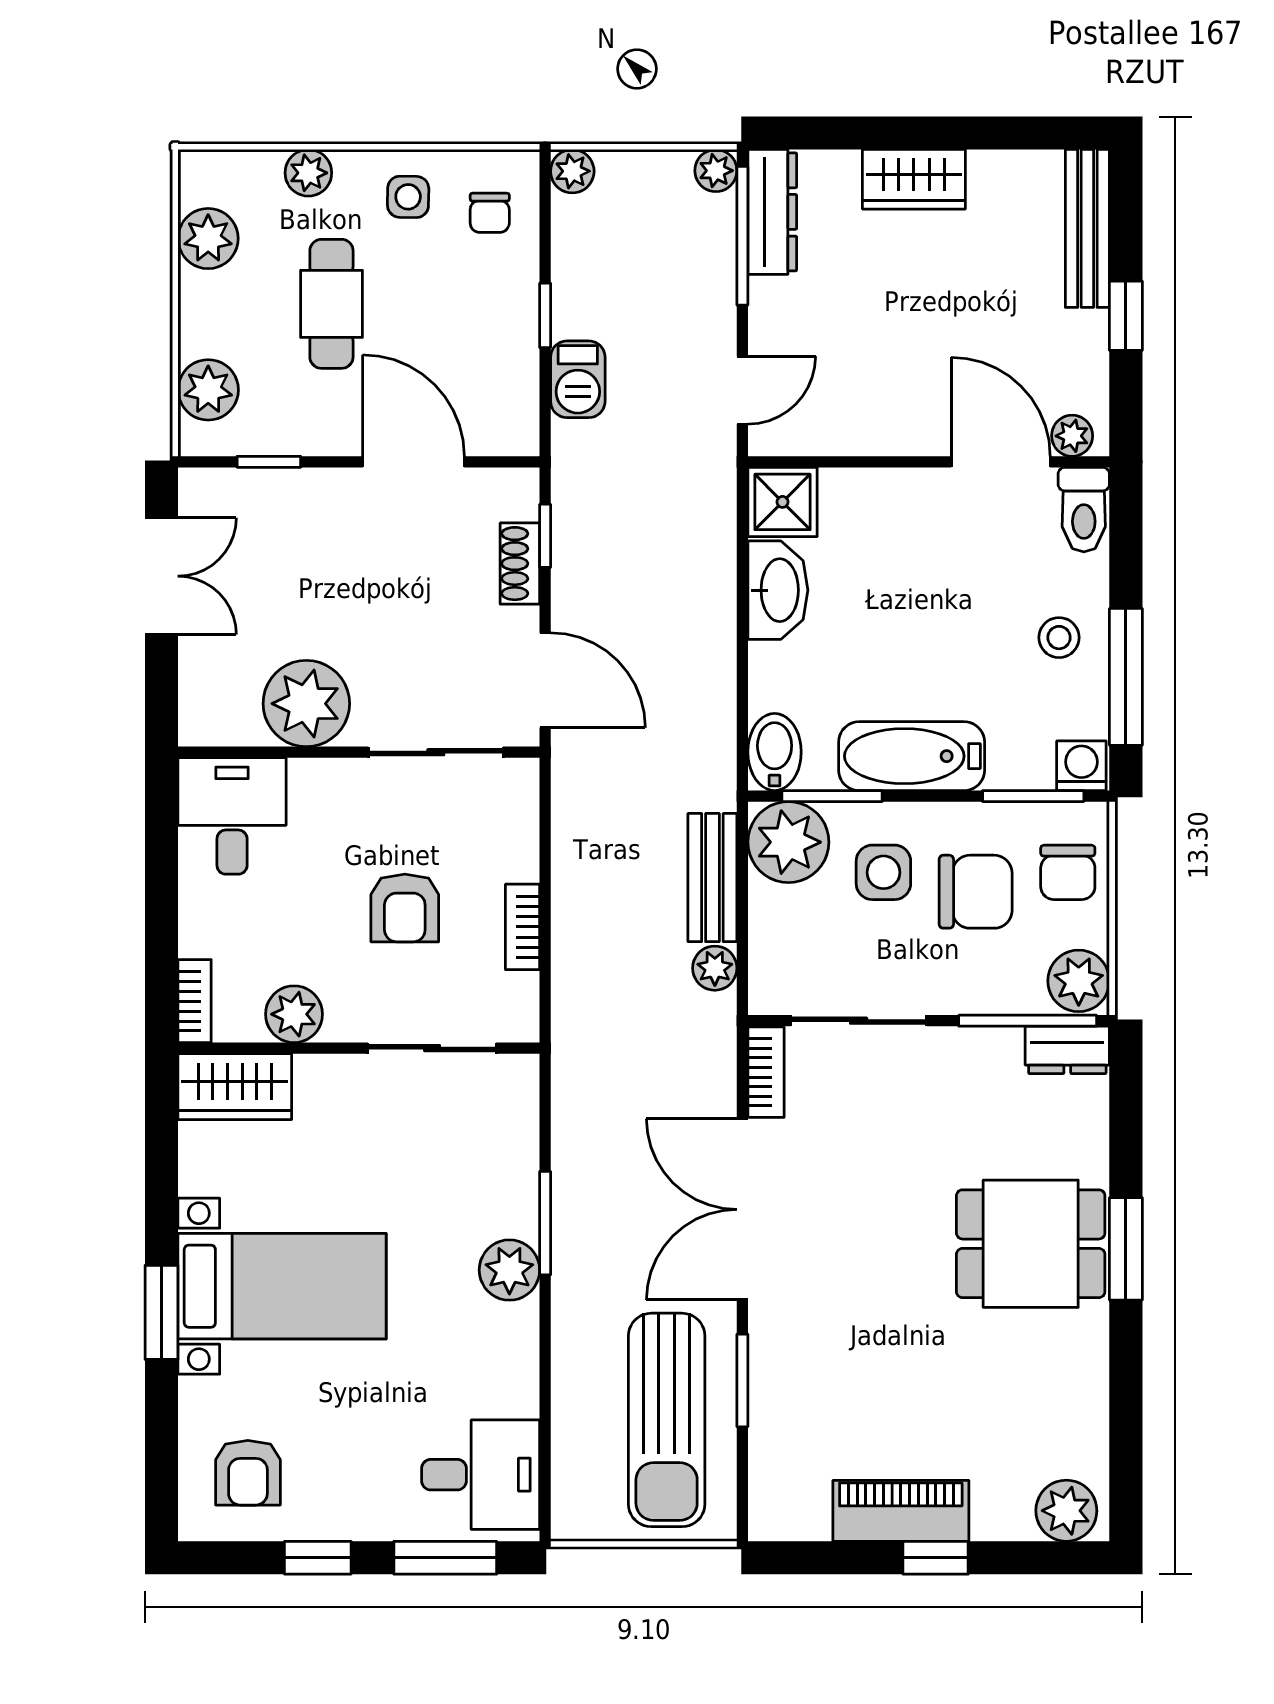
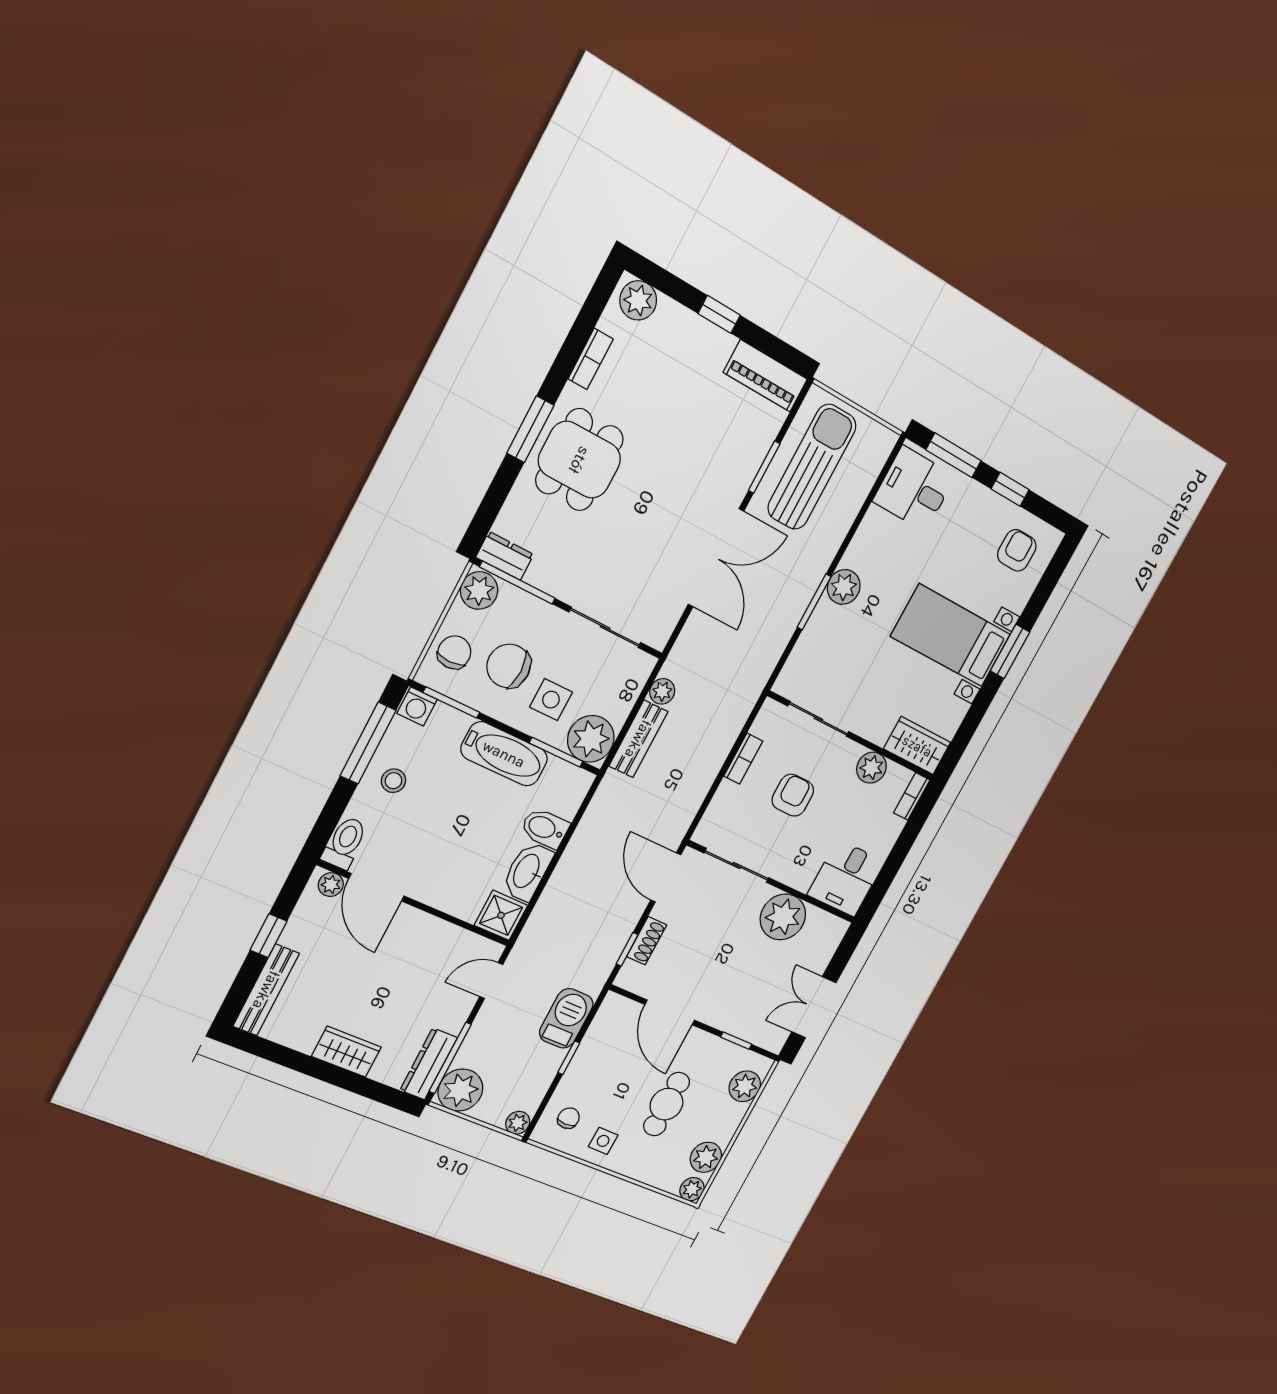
plant: (716, 171) -> (460, 1090), width x1.87, depth x1.87
plant: (308, 173) -> (692, 1189), moved
barbecue: (578, 379) -> (566, 1018), width x1.38, depth x1.27
bidet: (775, 752) -> (545, 828), moved, turned 90
bookcase: (766, 1072) -> (591, 359), moved, turned 180
dining table: (1031, 1244) -> (579, 460), turned 90
piano: (901, 1511) -> (765, 376), moved

